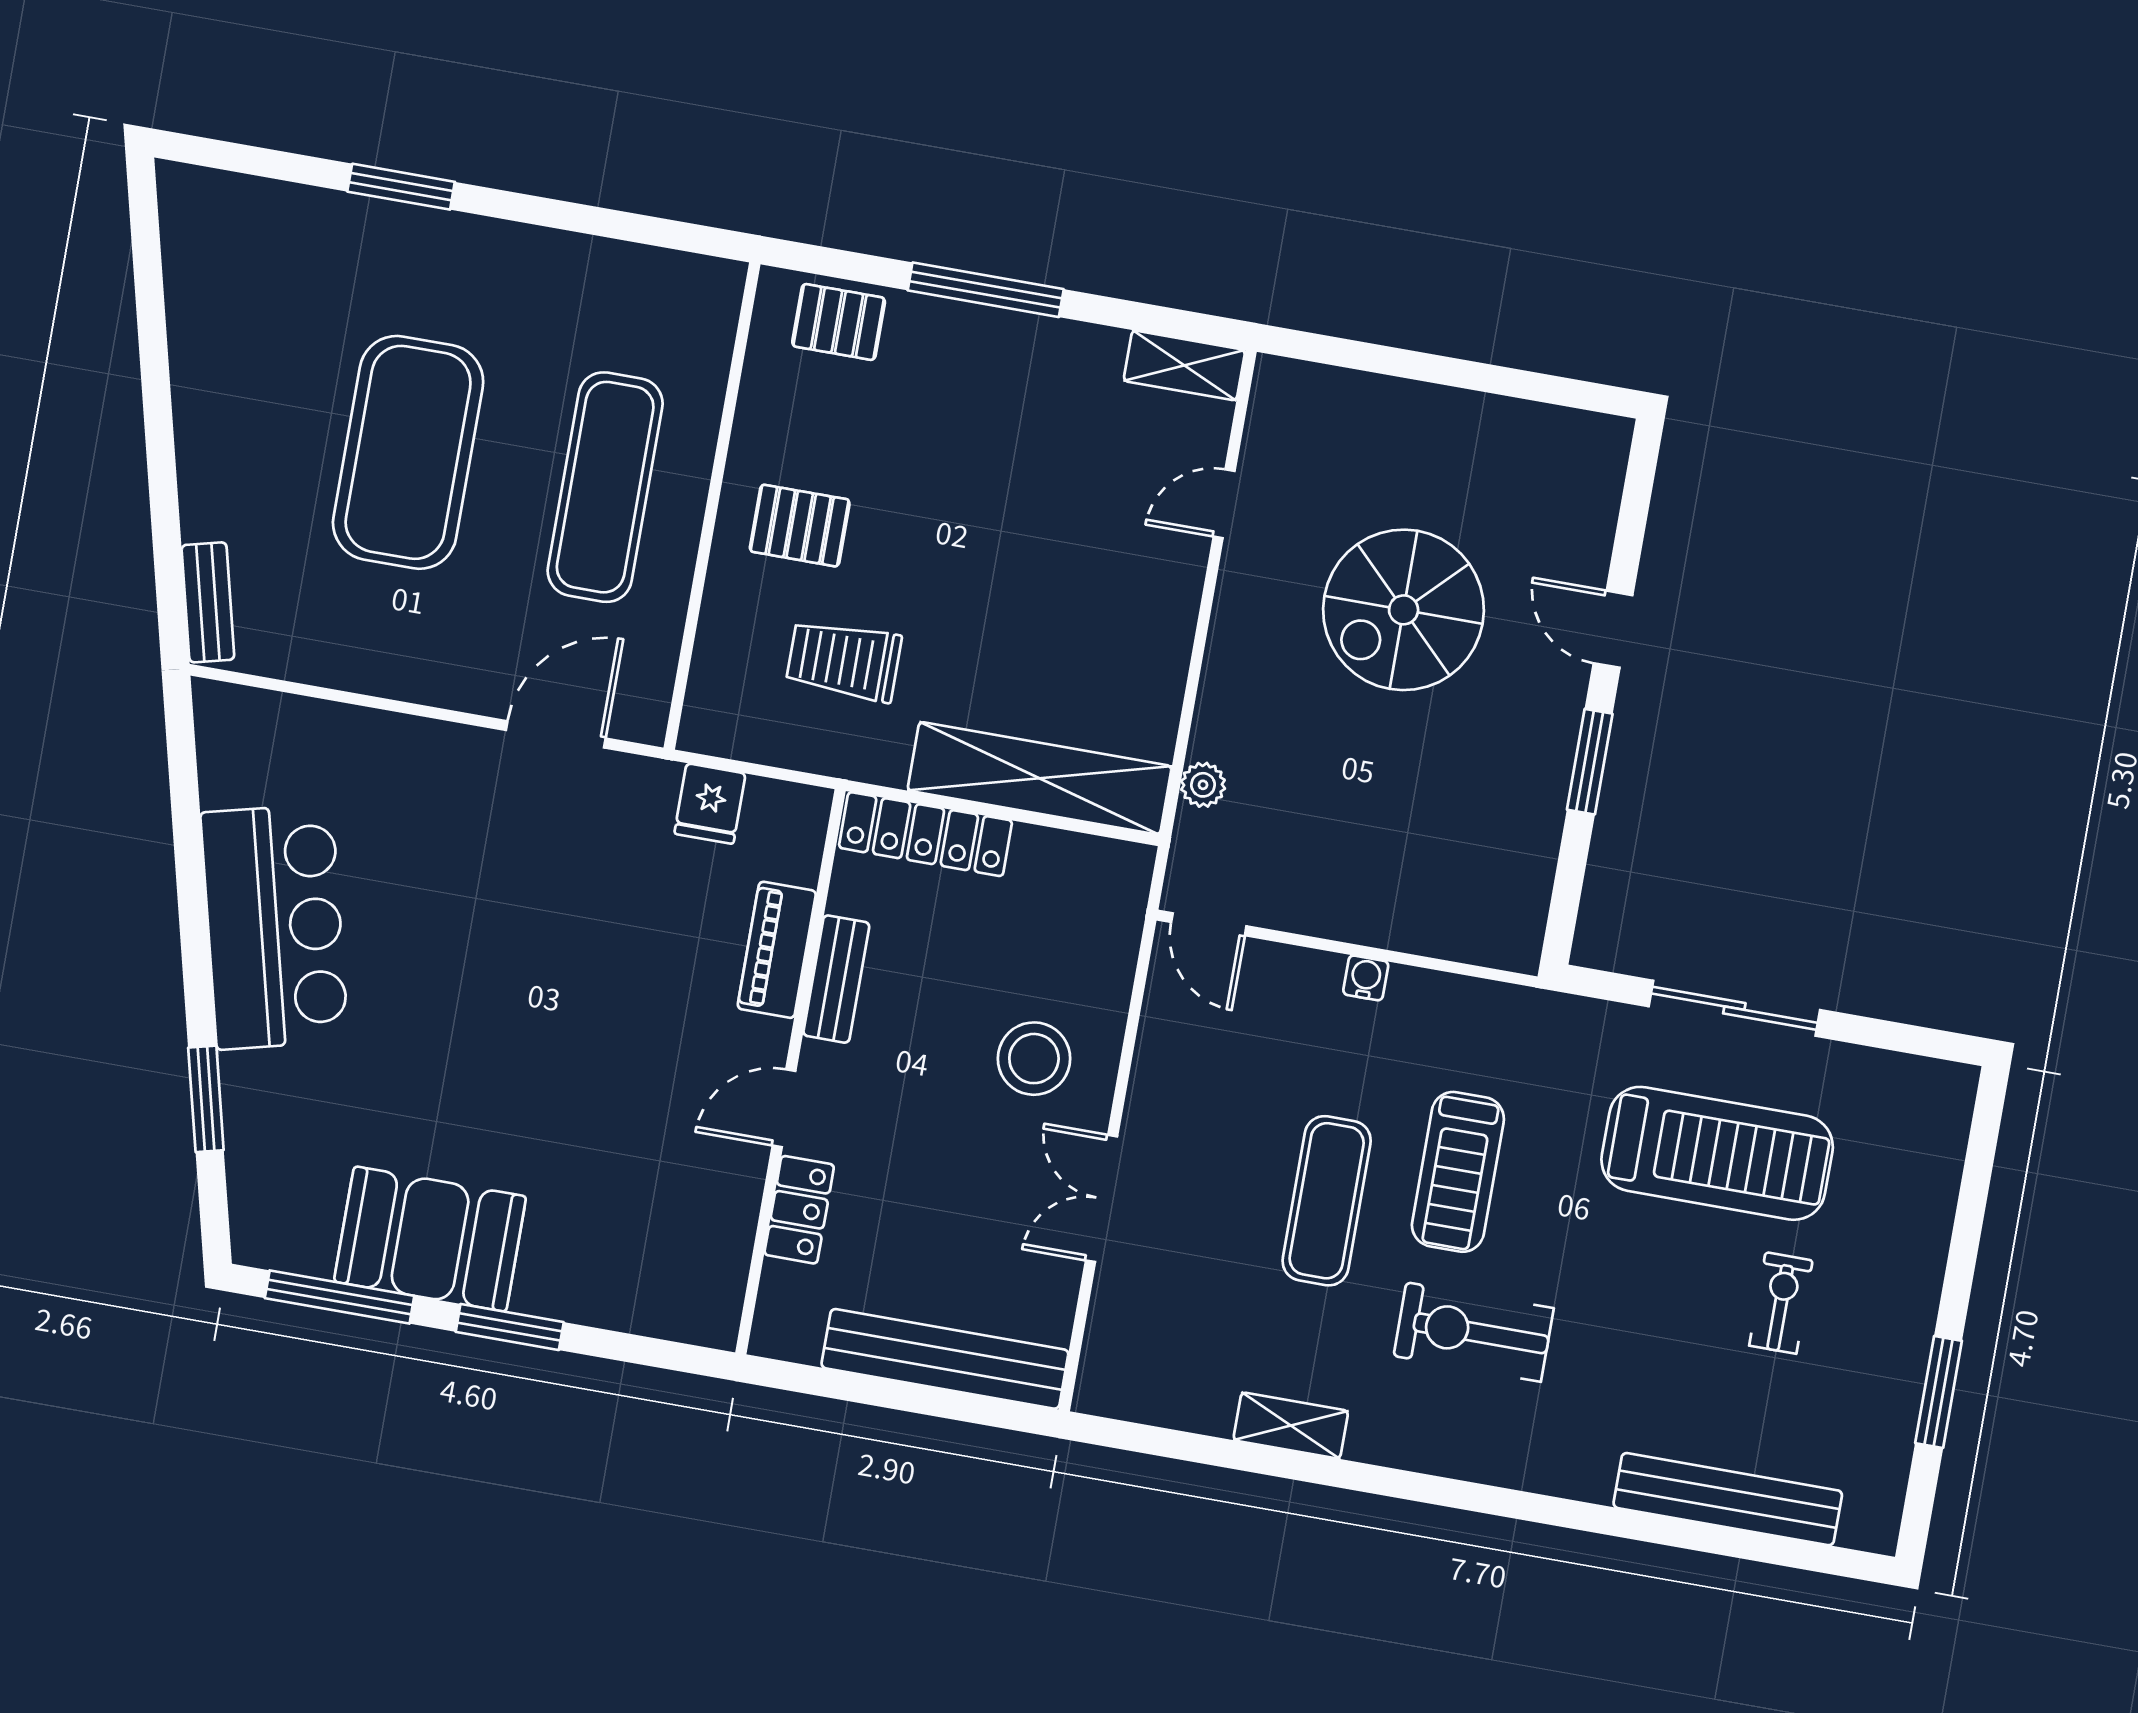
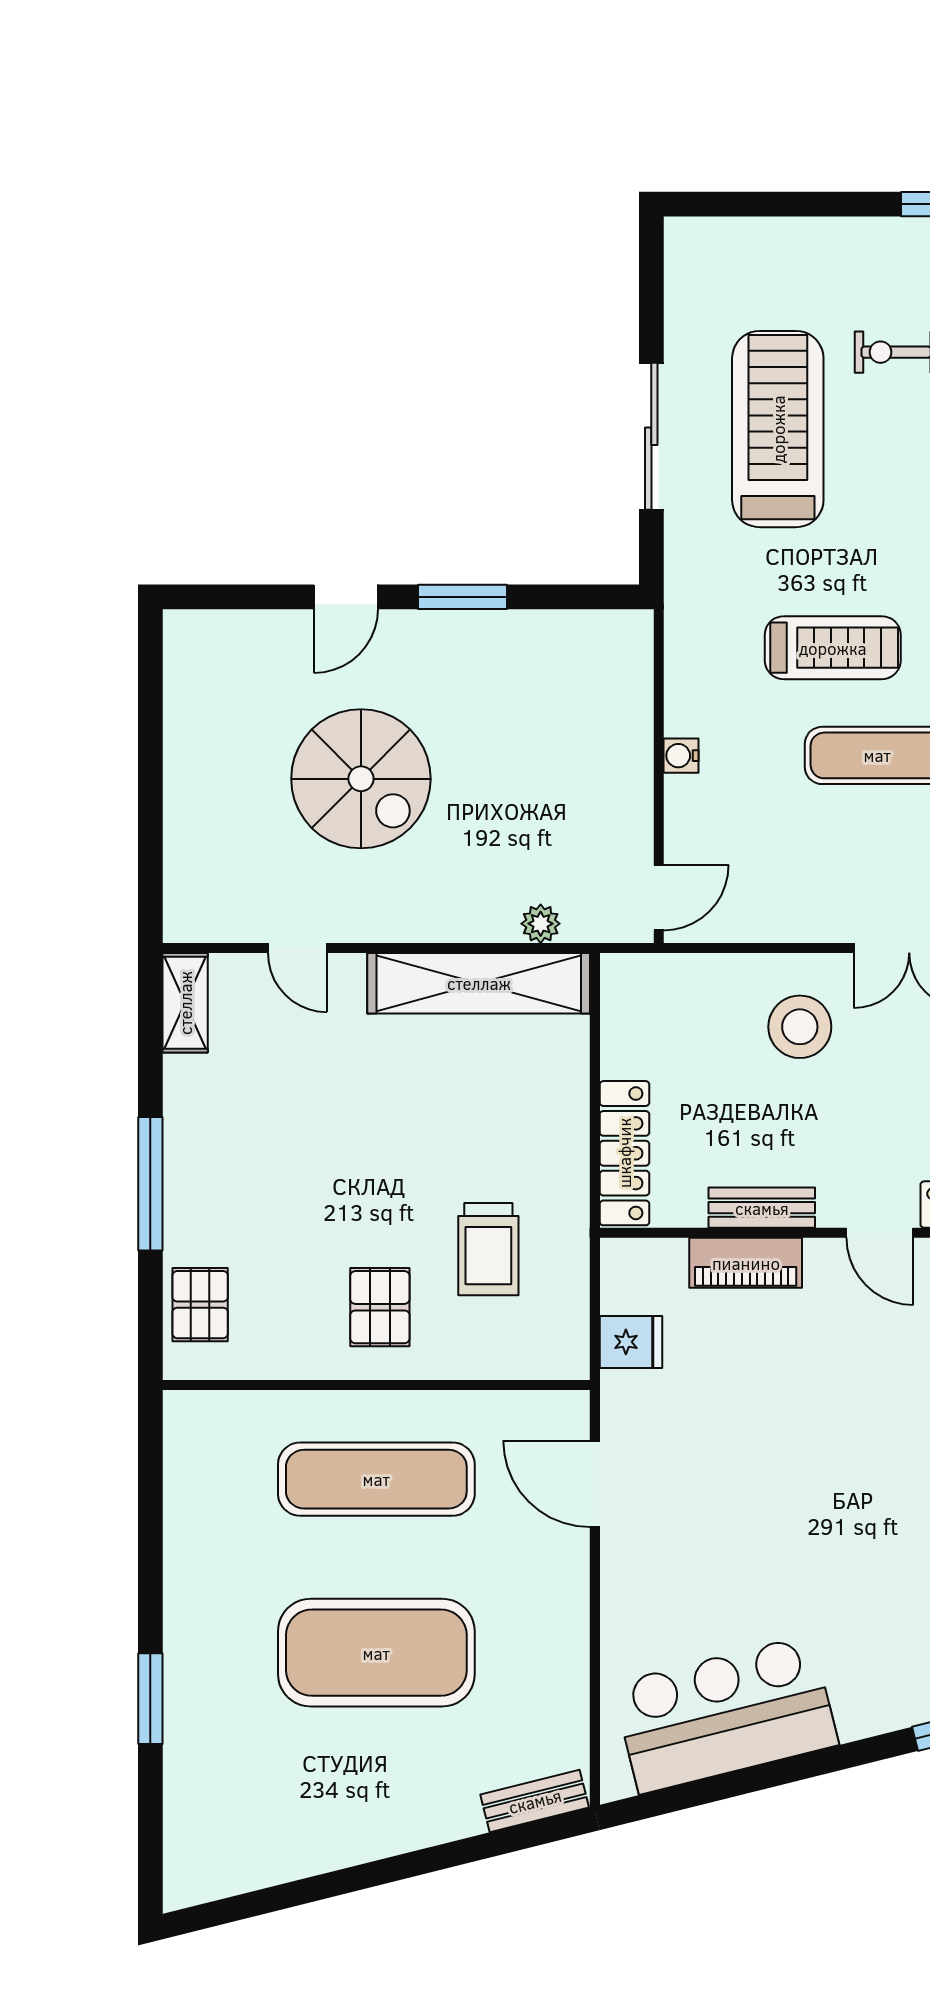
shelving: (1040, 778) -> (479, 983), moved, turned 90
bar counter: (274, 927) -> (725, 1714), moved

